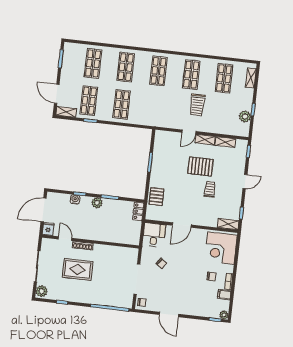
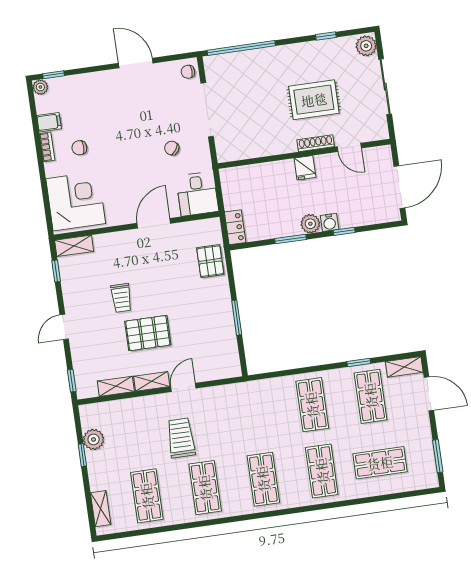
shop shelf: (93, 63) -> (380, 463), turned 90
water cooler: (75, 199) -> (330, 222), moved
fridge: (48, 229) -> (305, 168), moved

